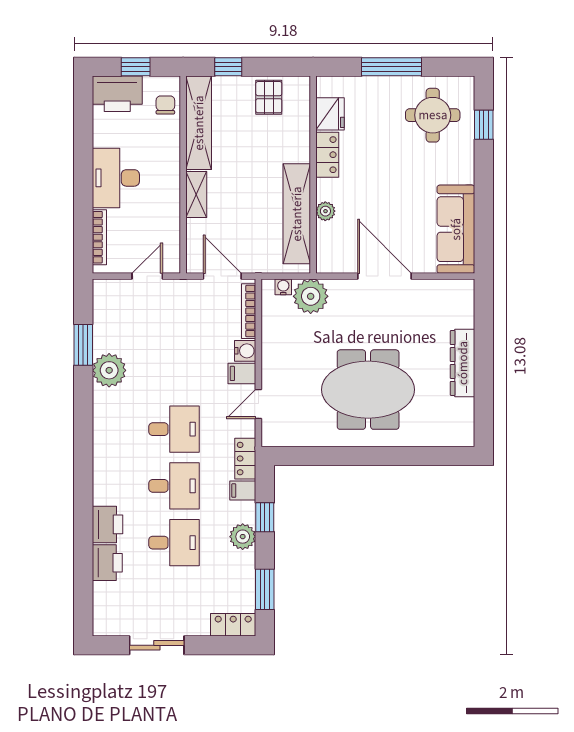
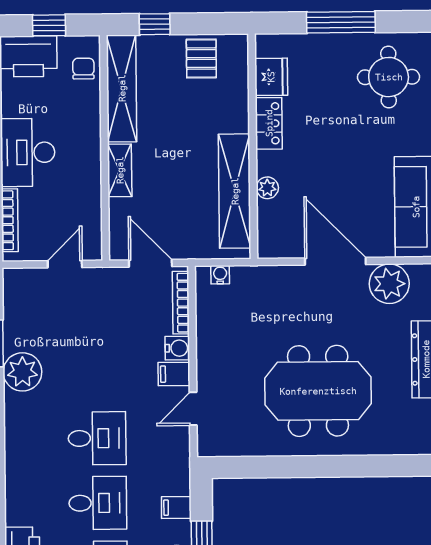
plant: (311, 296) -> (389, 284), moved
locker: (245, 459) -> (179, 471), removed

